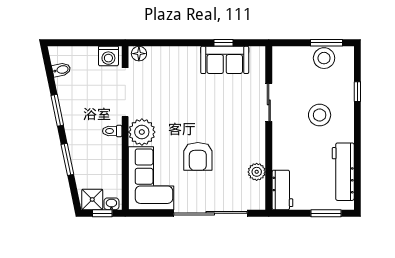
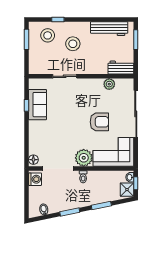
stool: (324, 58) -> (48, 35), moved

